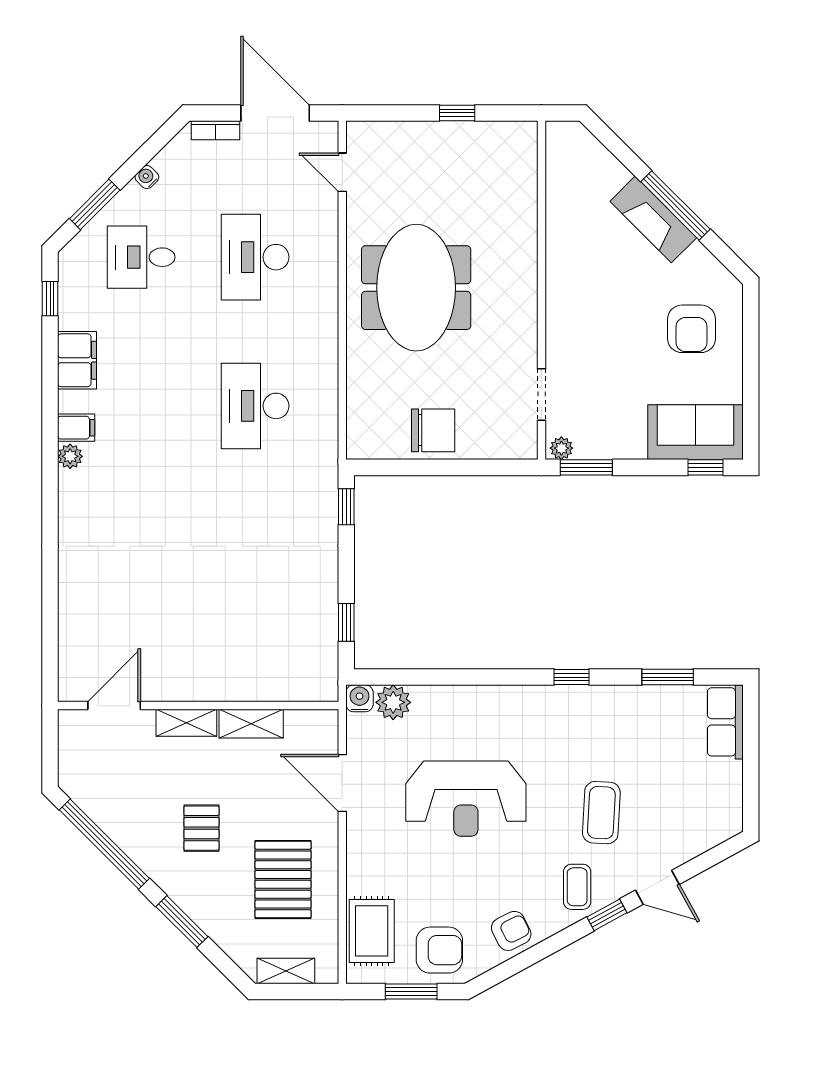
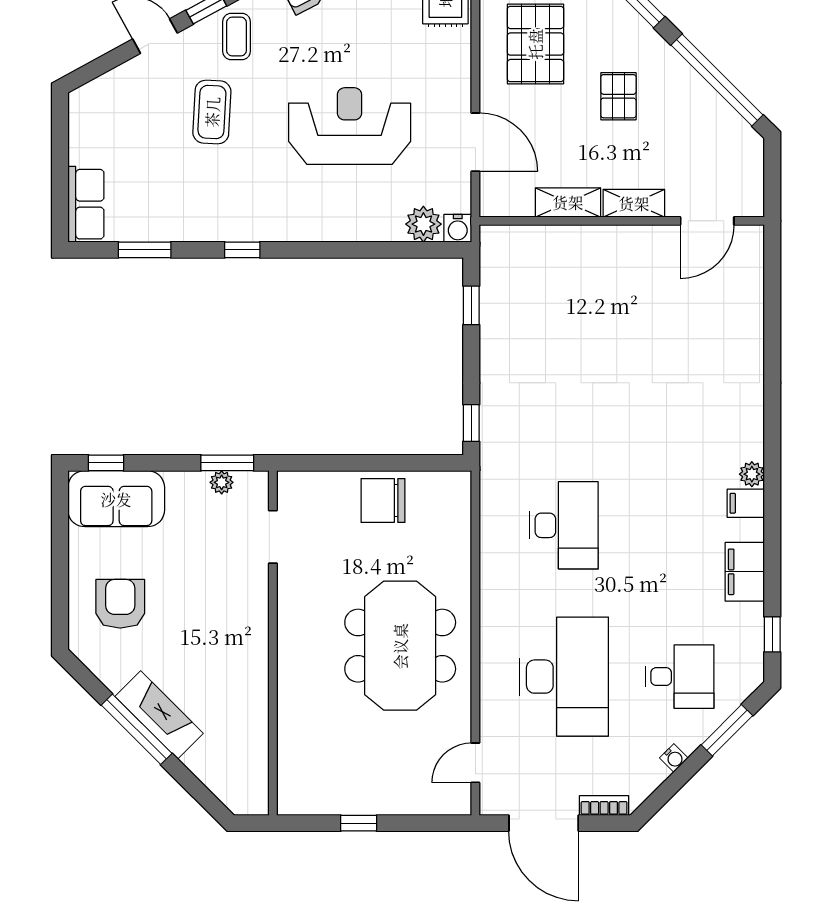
door: (342, 172) -> (475, 763), swing flipped
desk: (255, 257) -> (564, 677), width x1.36, depth x1.30
plant: (561, 448) -> (222, 482), moved

